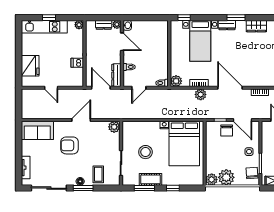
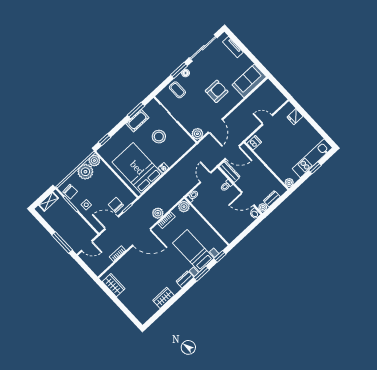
window: (236, 18) -> (201, 274), moved
dishwasher: (77, 63) -> (254, 143), moved
fridge: (30, 66) -> (295, 117), width x0.53, depth x0.75
door: (81, 120) -> (215, 126), moved
window: (173, 188) -> (105, 140), moved

